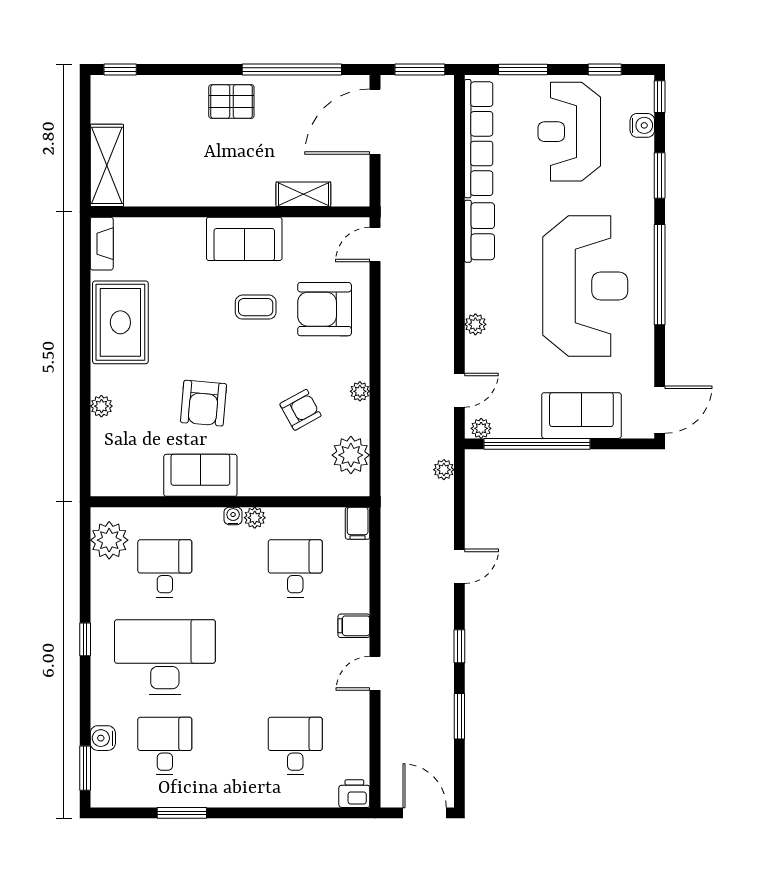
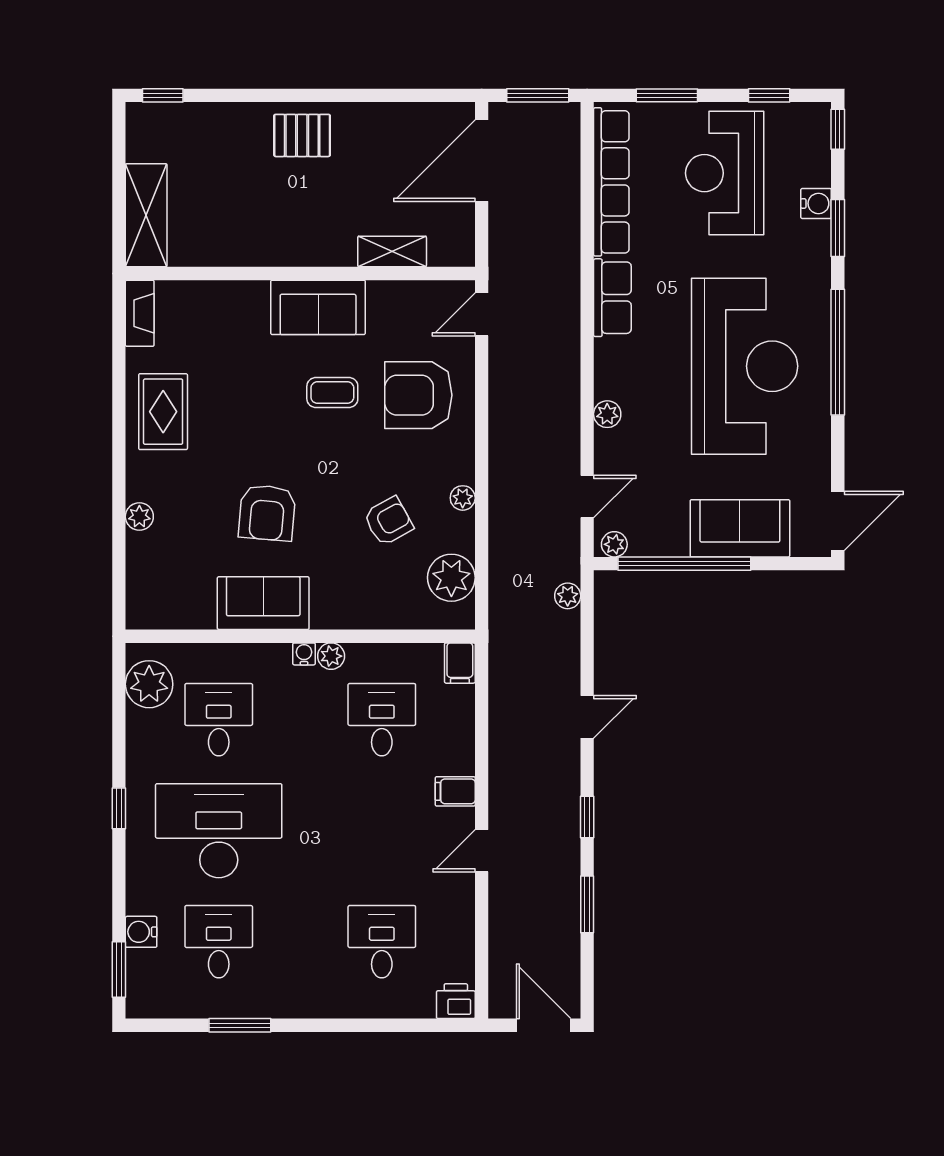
window: (292, 70) -> (378, 95), removed
water cooler: (642, 125) -> (816, 203), moved
rug: (120, 322) -> (163, 412), width x0.73, depth x0.70

